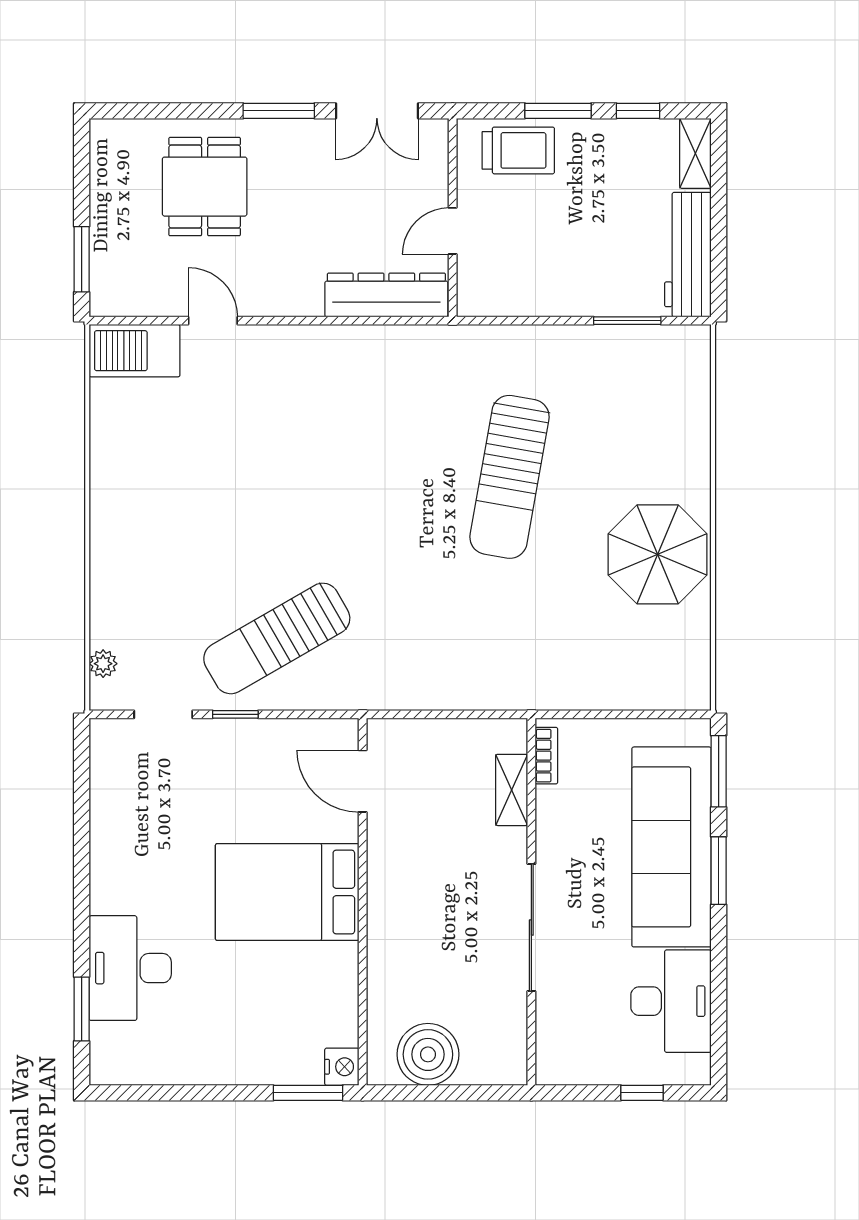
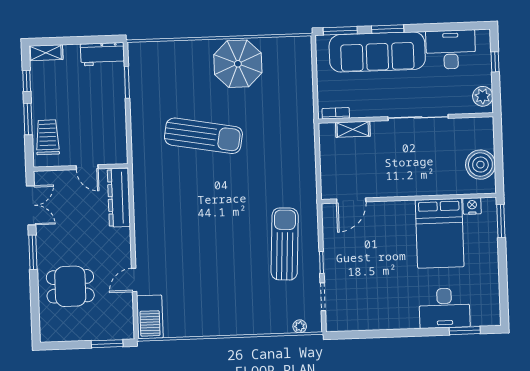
workbench: (688, 255) -> (102, 54), width x0.73
sun lounger: (277, 638) -> (285, 244), turned -147
bed: (287, 892) -> (440, 233), moved
plant: (571, 1064) -> (483, 96), added
nightstand: (342, 1067) -> (472, 206), moved

